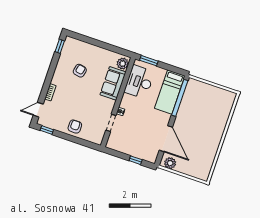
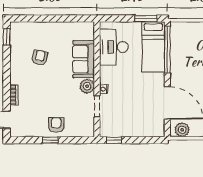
window: (149, 61) -> (146, 18), moved
plant: (123, 64) -> (87, 86), moved
window: (47, 130) -> (51, 140), moved
window: (136, 160) -> (114, 140), moved

